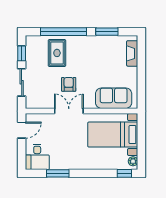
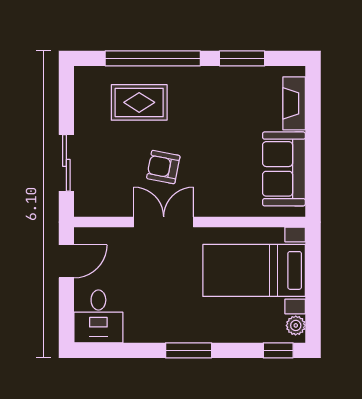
window: (22, 53) -> (66, 103), removed
rug: (57, 53) -> (139, 102), turned 90
armchair: (69, 84) -> (163, 167), turned -79
sofa: (114, 98) -> (284, 169), moved, turned -90
window: (58, 173) -> (189, 350), moved

